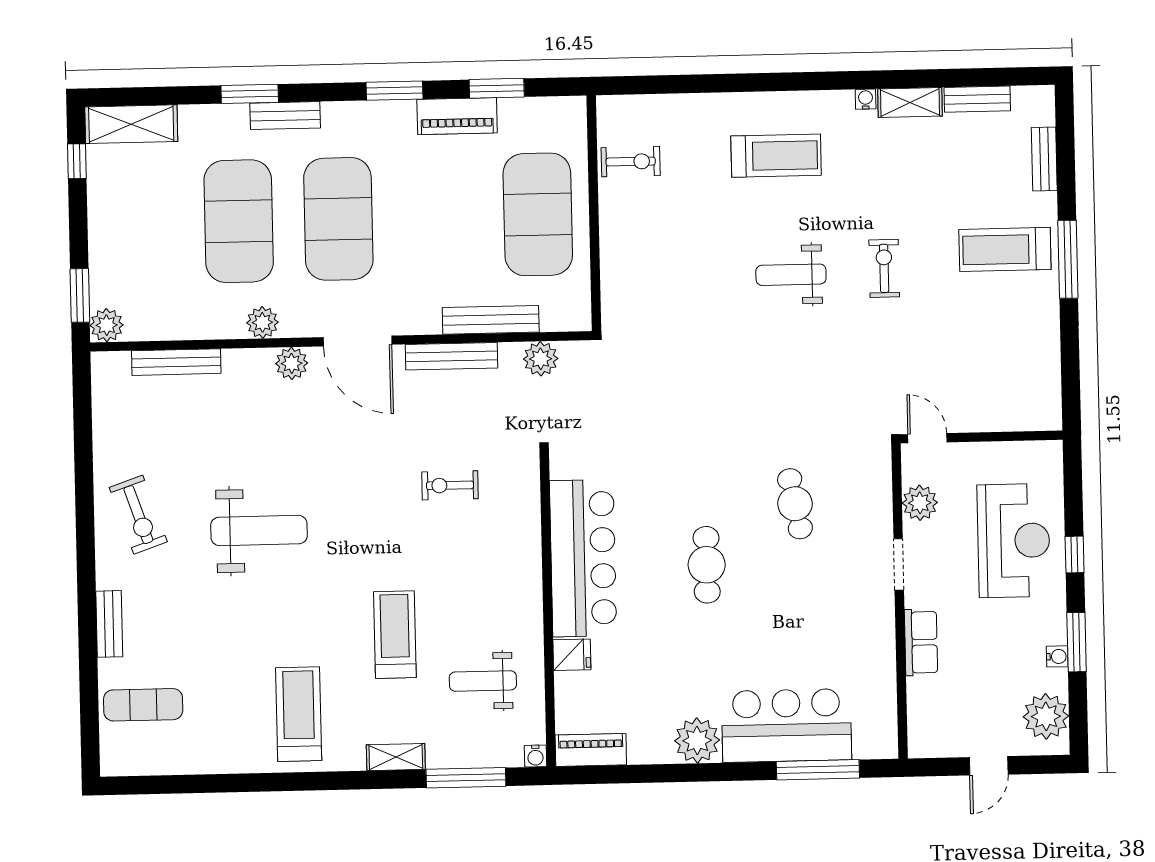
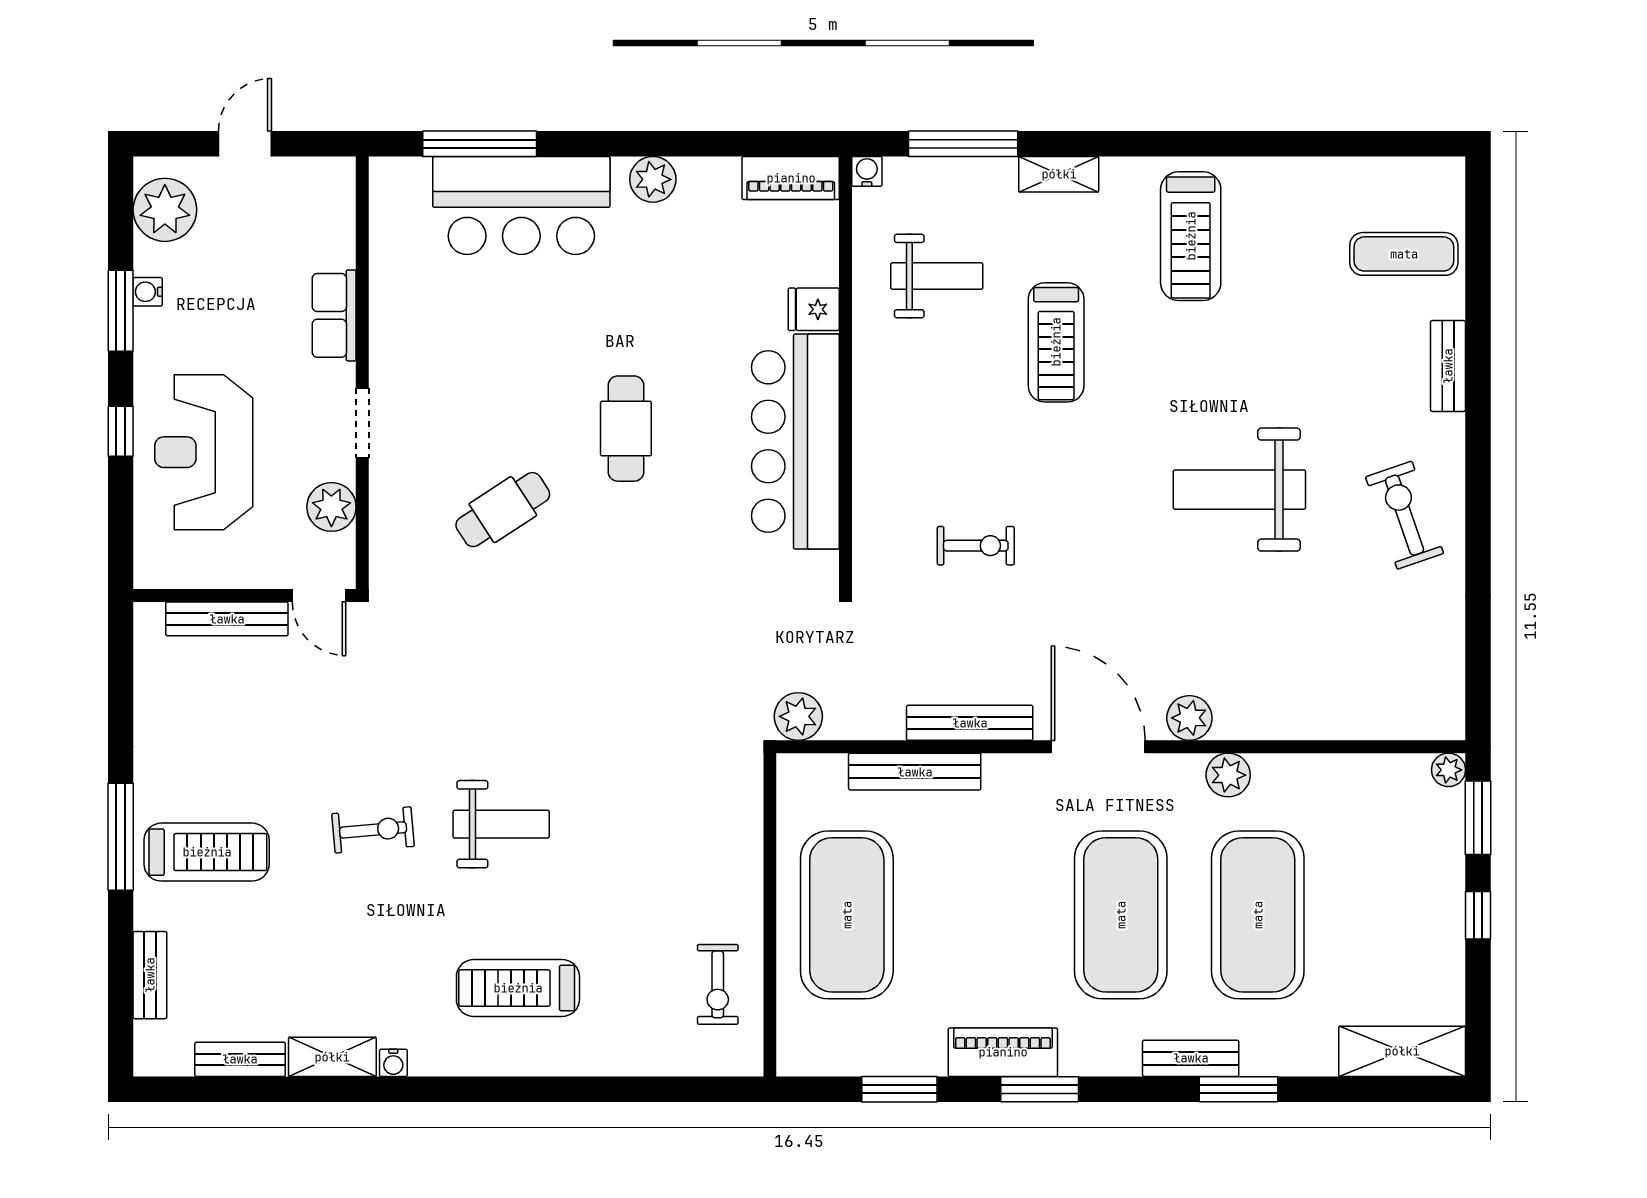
piano: (457, 116) -> (1003, 1052), moved
window: (77, 161) -> (1478, 915), moved
exercise bike: (631, 162) -> (718, 984), turned -90
exercise bike: (884, 268) -> (373, 830), turned -95
plant: (107, 325) -> (1448, 770), width x0.73, depth x0.73
plant: (541, 359) -> (798, 716), moved
bench: (176, 362) -> (227, 619), moved
cafe table: (795, 504) -> (503, 510), turned 68
plant: (697, 740) -> (653, 179), width x0.73, depth x0.73

